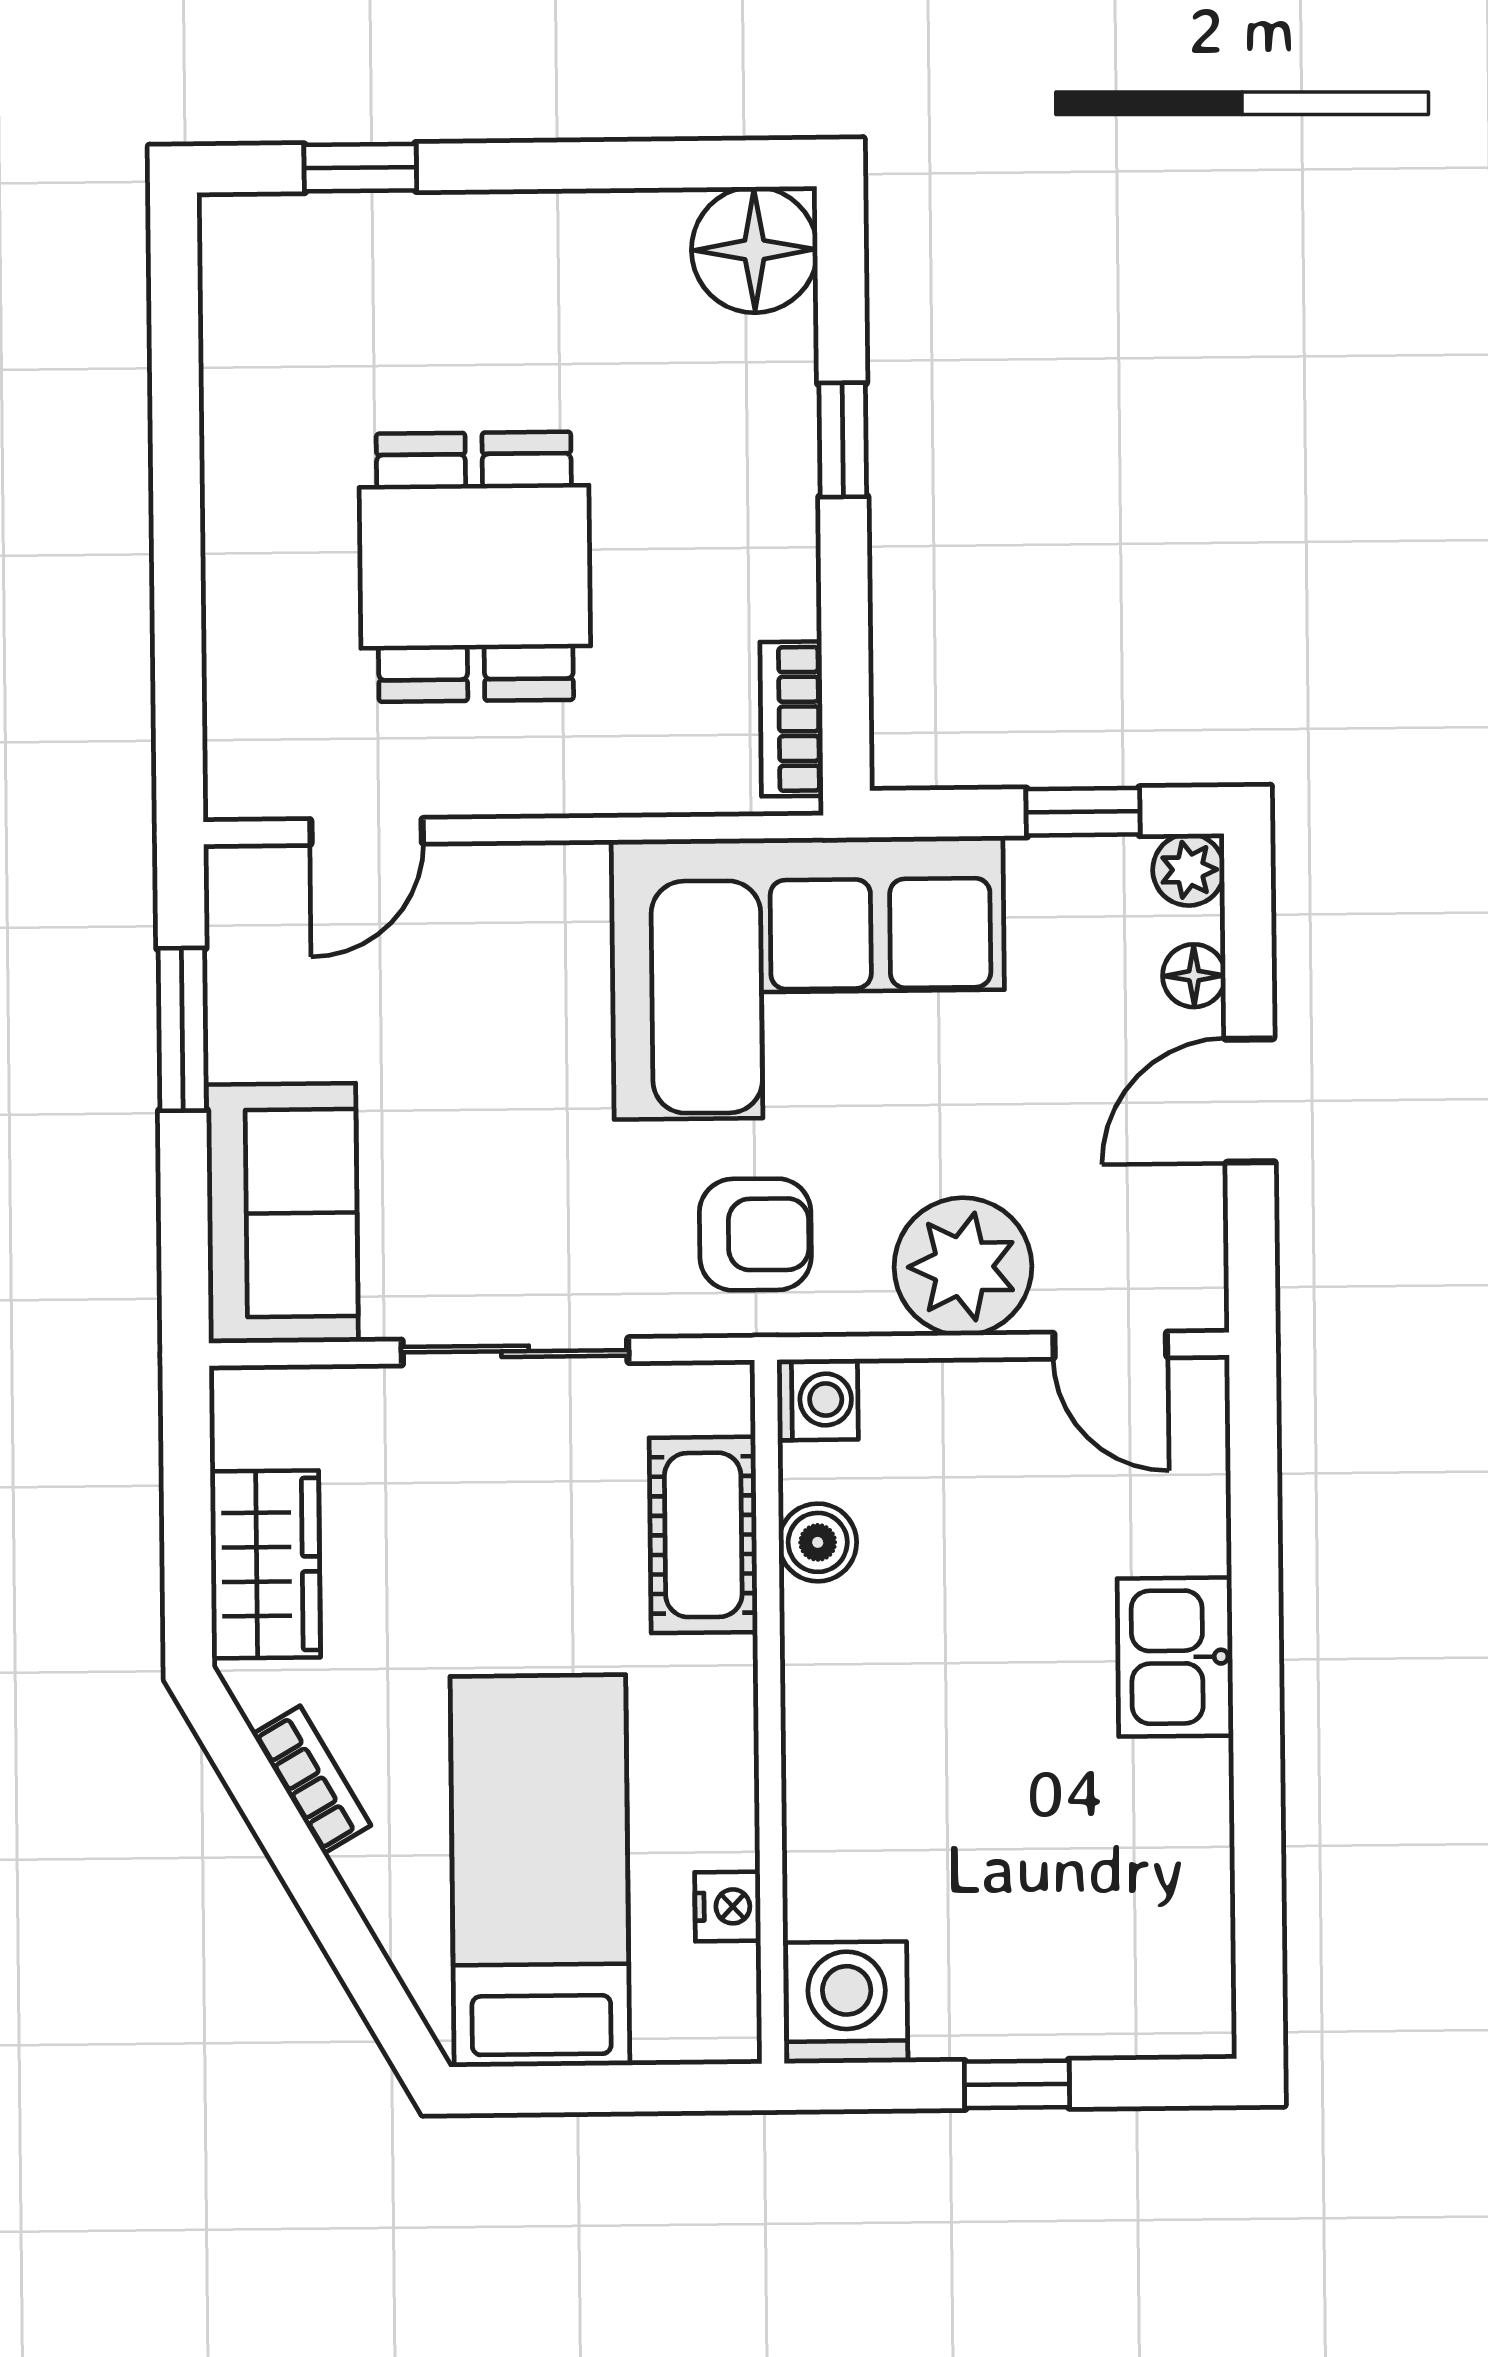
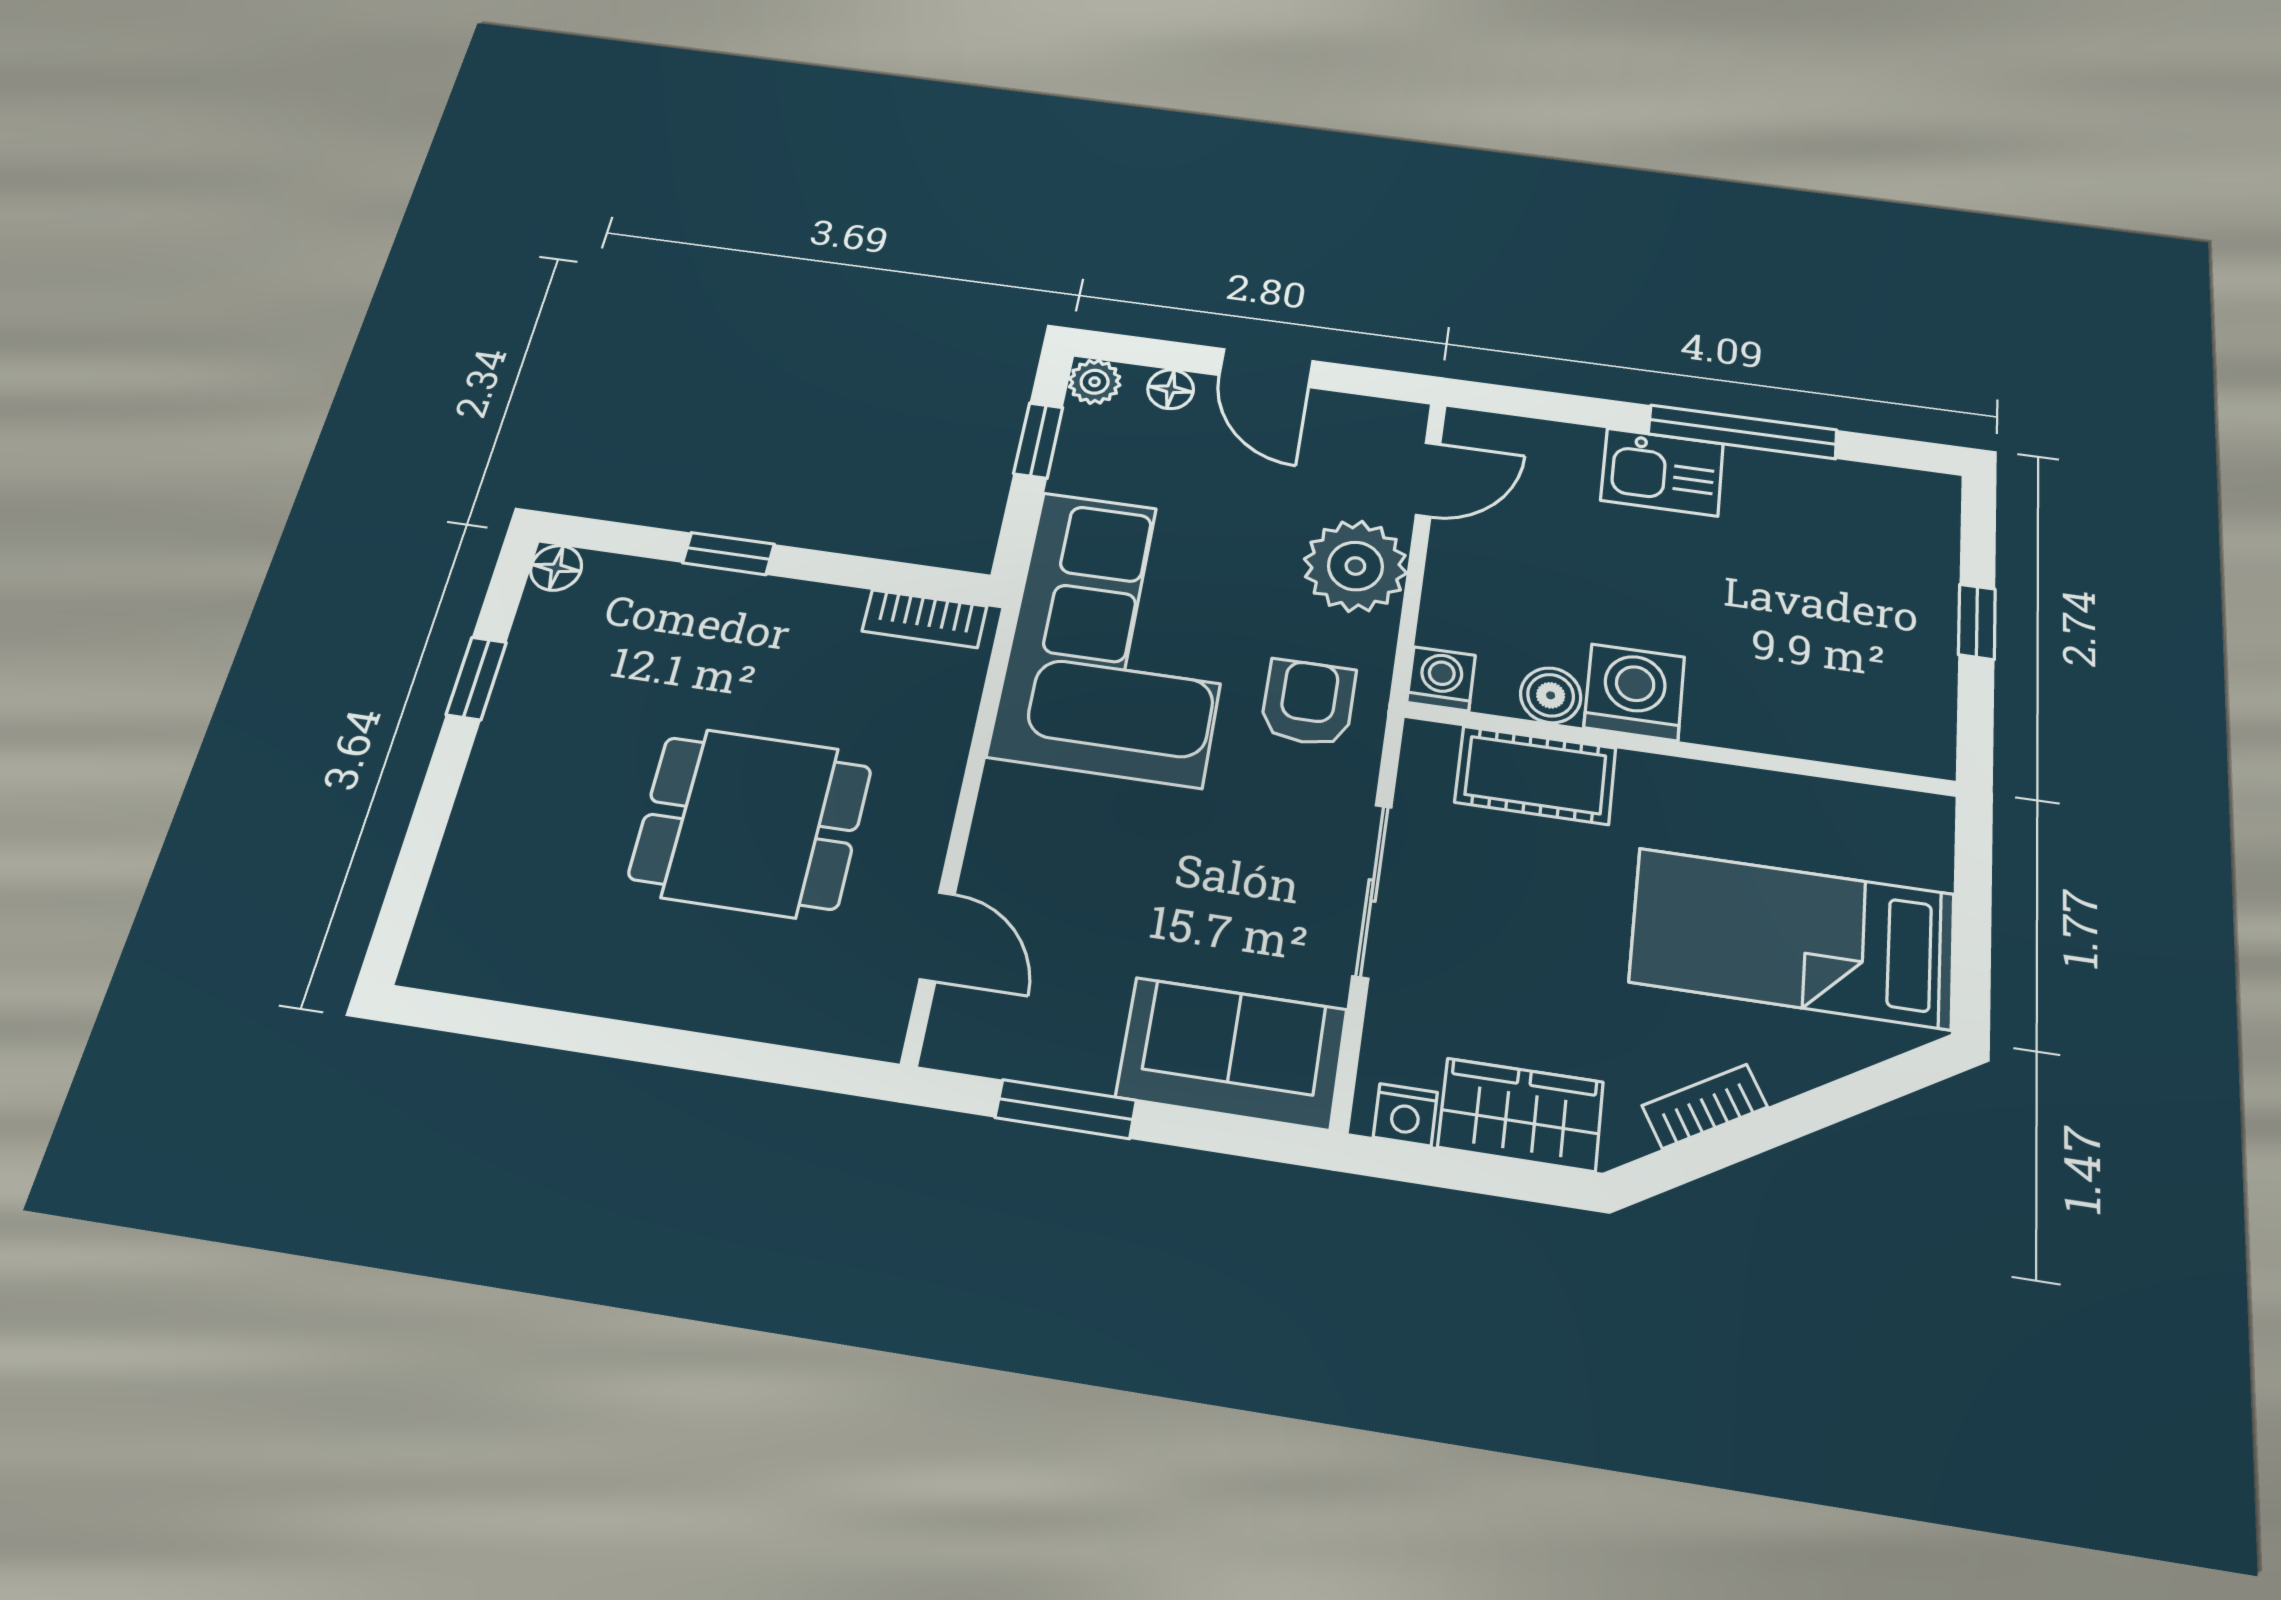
window: (360, 168) -> (476, 678), moved
floor lamp: (754, 250) -> (556, 568), width x0.53, depth x0.53
window: (1257, 1760) -> (1743, 432), added
nightstand: (728, 1906) -> (1405, 1115), moved, turned 180
washing machine: (847, 2002) -> (1634, 692), moved, turned 90

